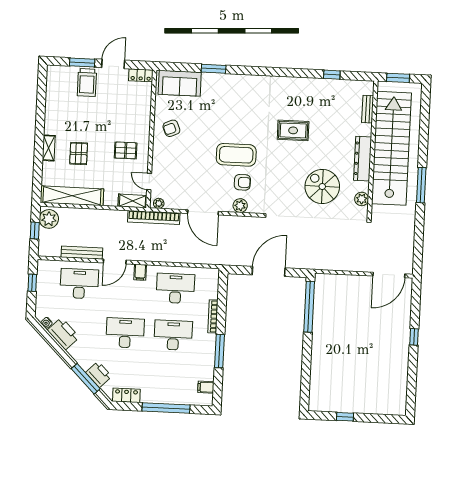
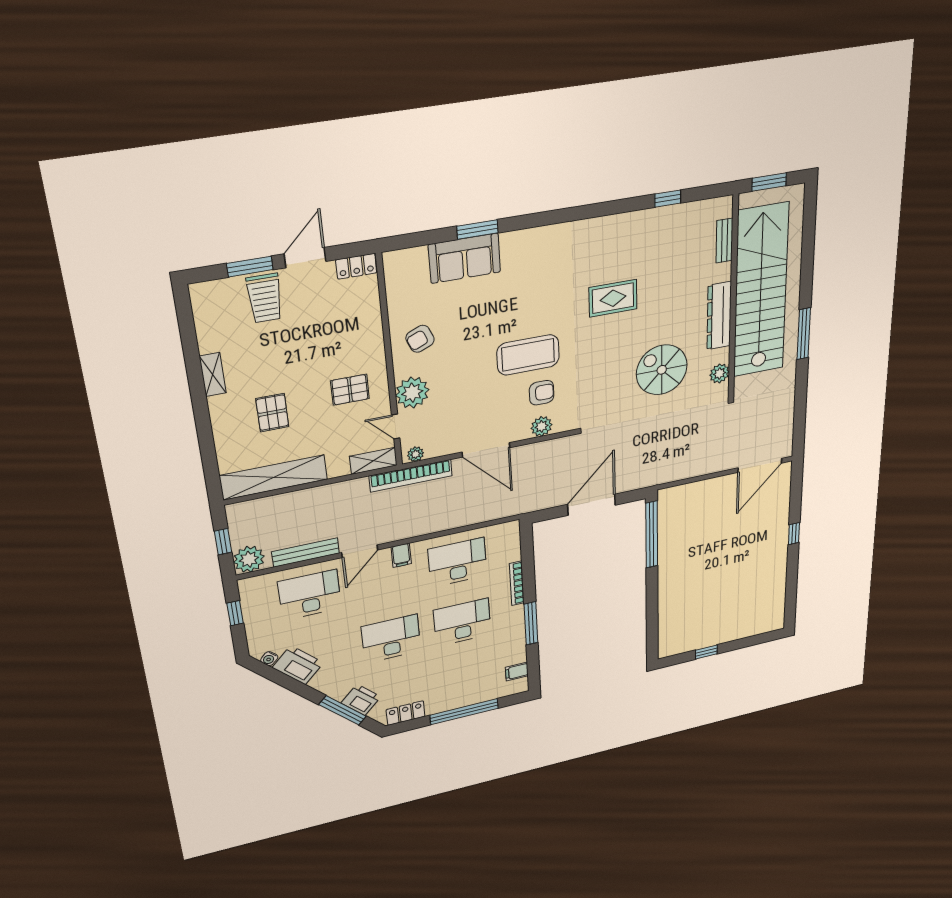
sofa: (180, 83) -> (465, 258), moved
shelving: (49, 148) -> (213, 375), moved
plant: (162, 162) -> (412, 393), added
plant: (49, 219) -> (249, 559), moved

